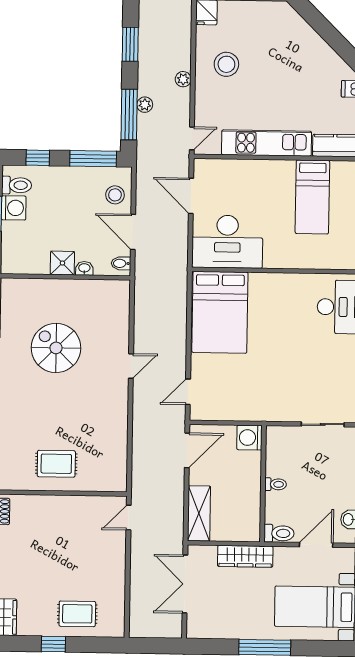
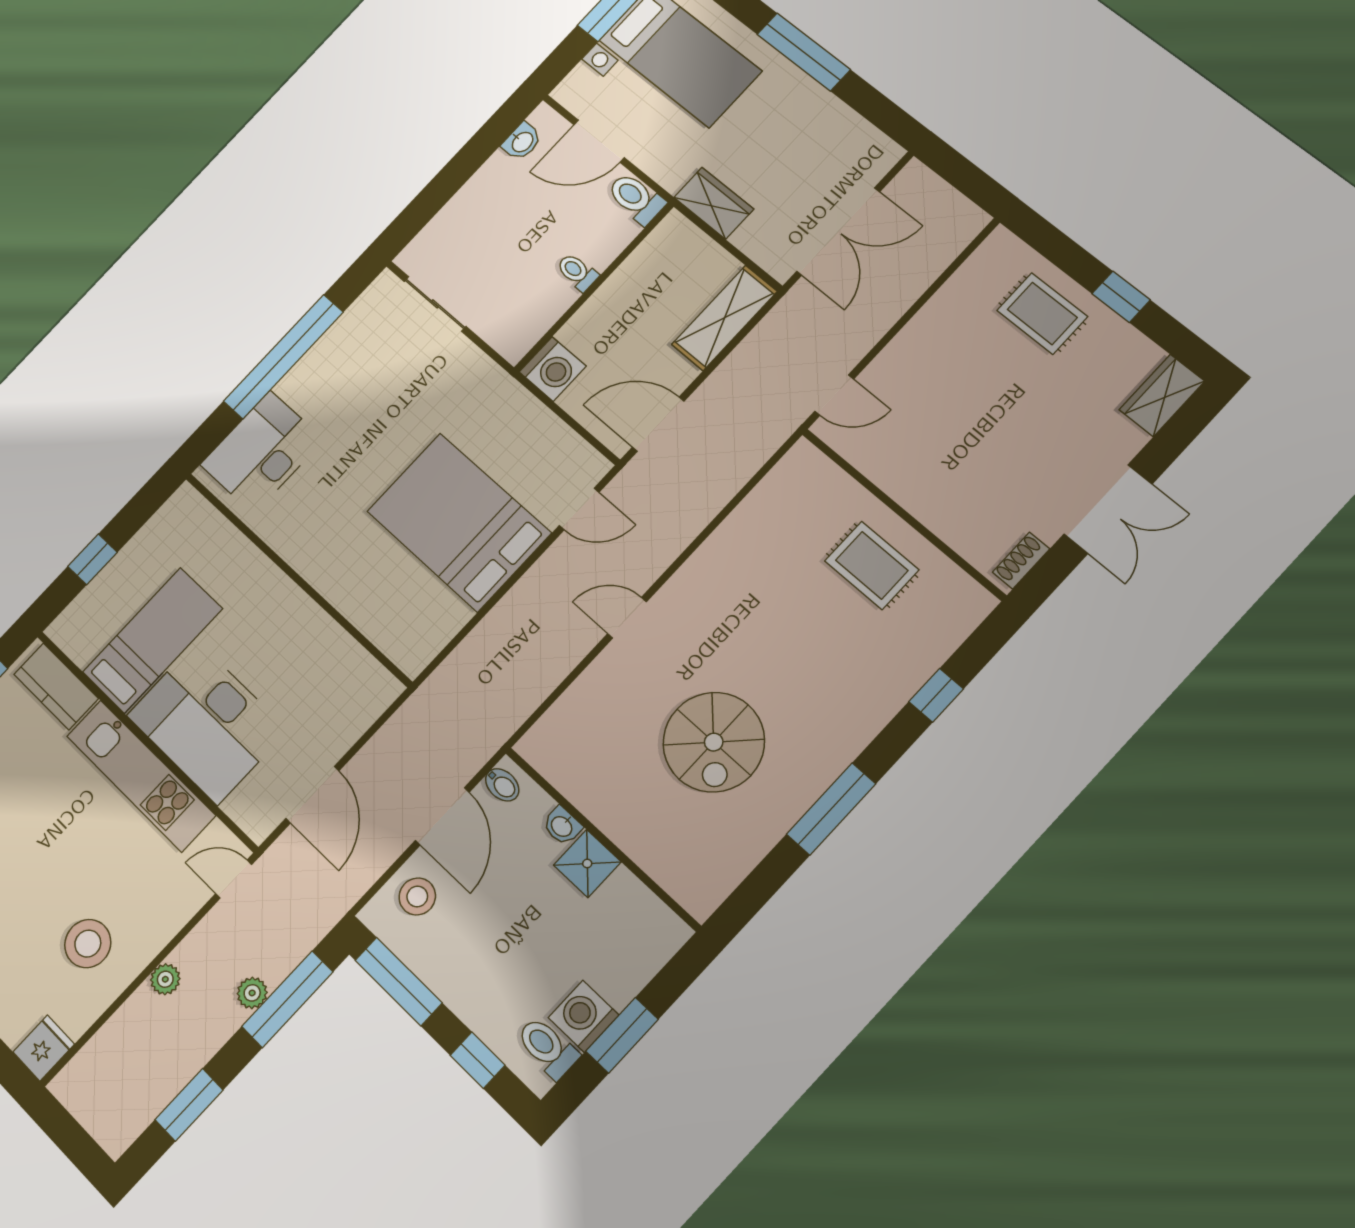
desk: (227, 242) -> (207, 723), moved, turned 180
bed: (220, 312) -> (459, 522), moved, turned -90
wardrobe: (245, 556) -> (714, 203), width x0.67

